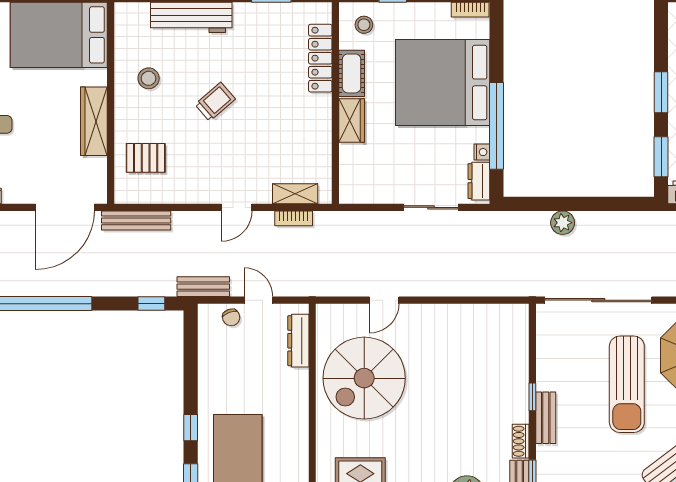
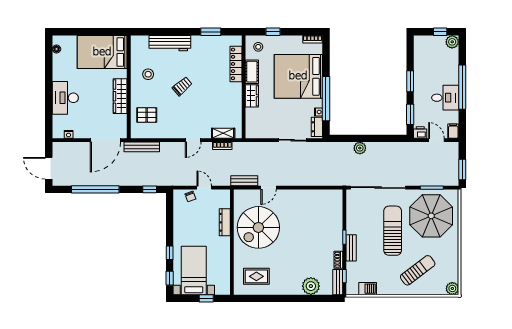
bench: (203, 287) -> (244, 181), moved
dresser: (298, 341) -> (225, 222), moved
sun lounger: (627, 384) -> (393, 231), turned 180

